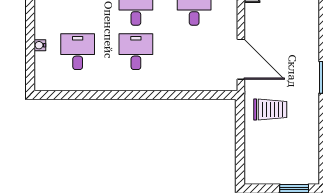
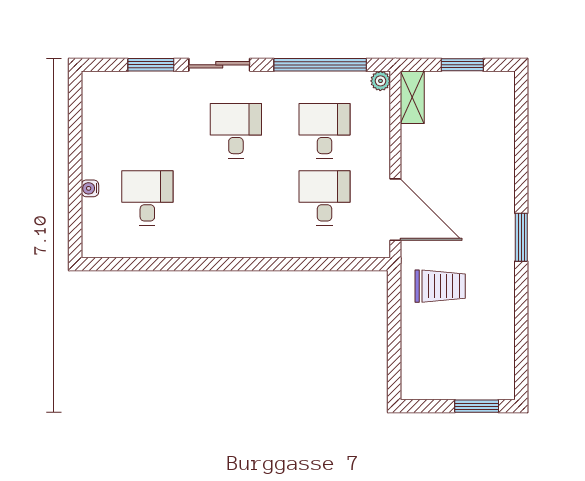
desk: (136, 52) -> (324, 198), moved

